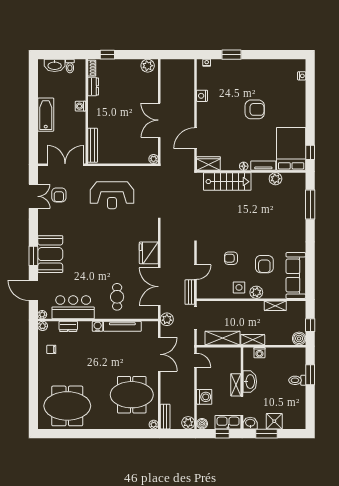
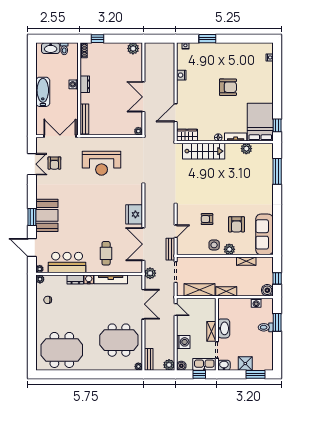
dresser: (93, 87) -> (85, 84), moved
dresser: (68, 326) -> (75, 279), moved
washing machine: (259, 353) -> (256, 303), moved
window: (266, 434) -> (255, 374), moved

